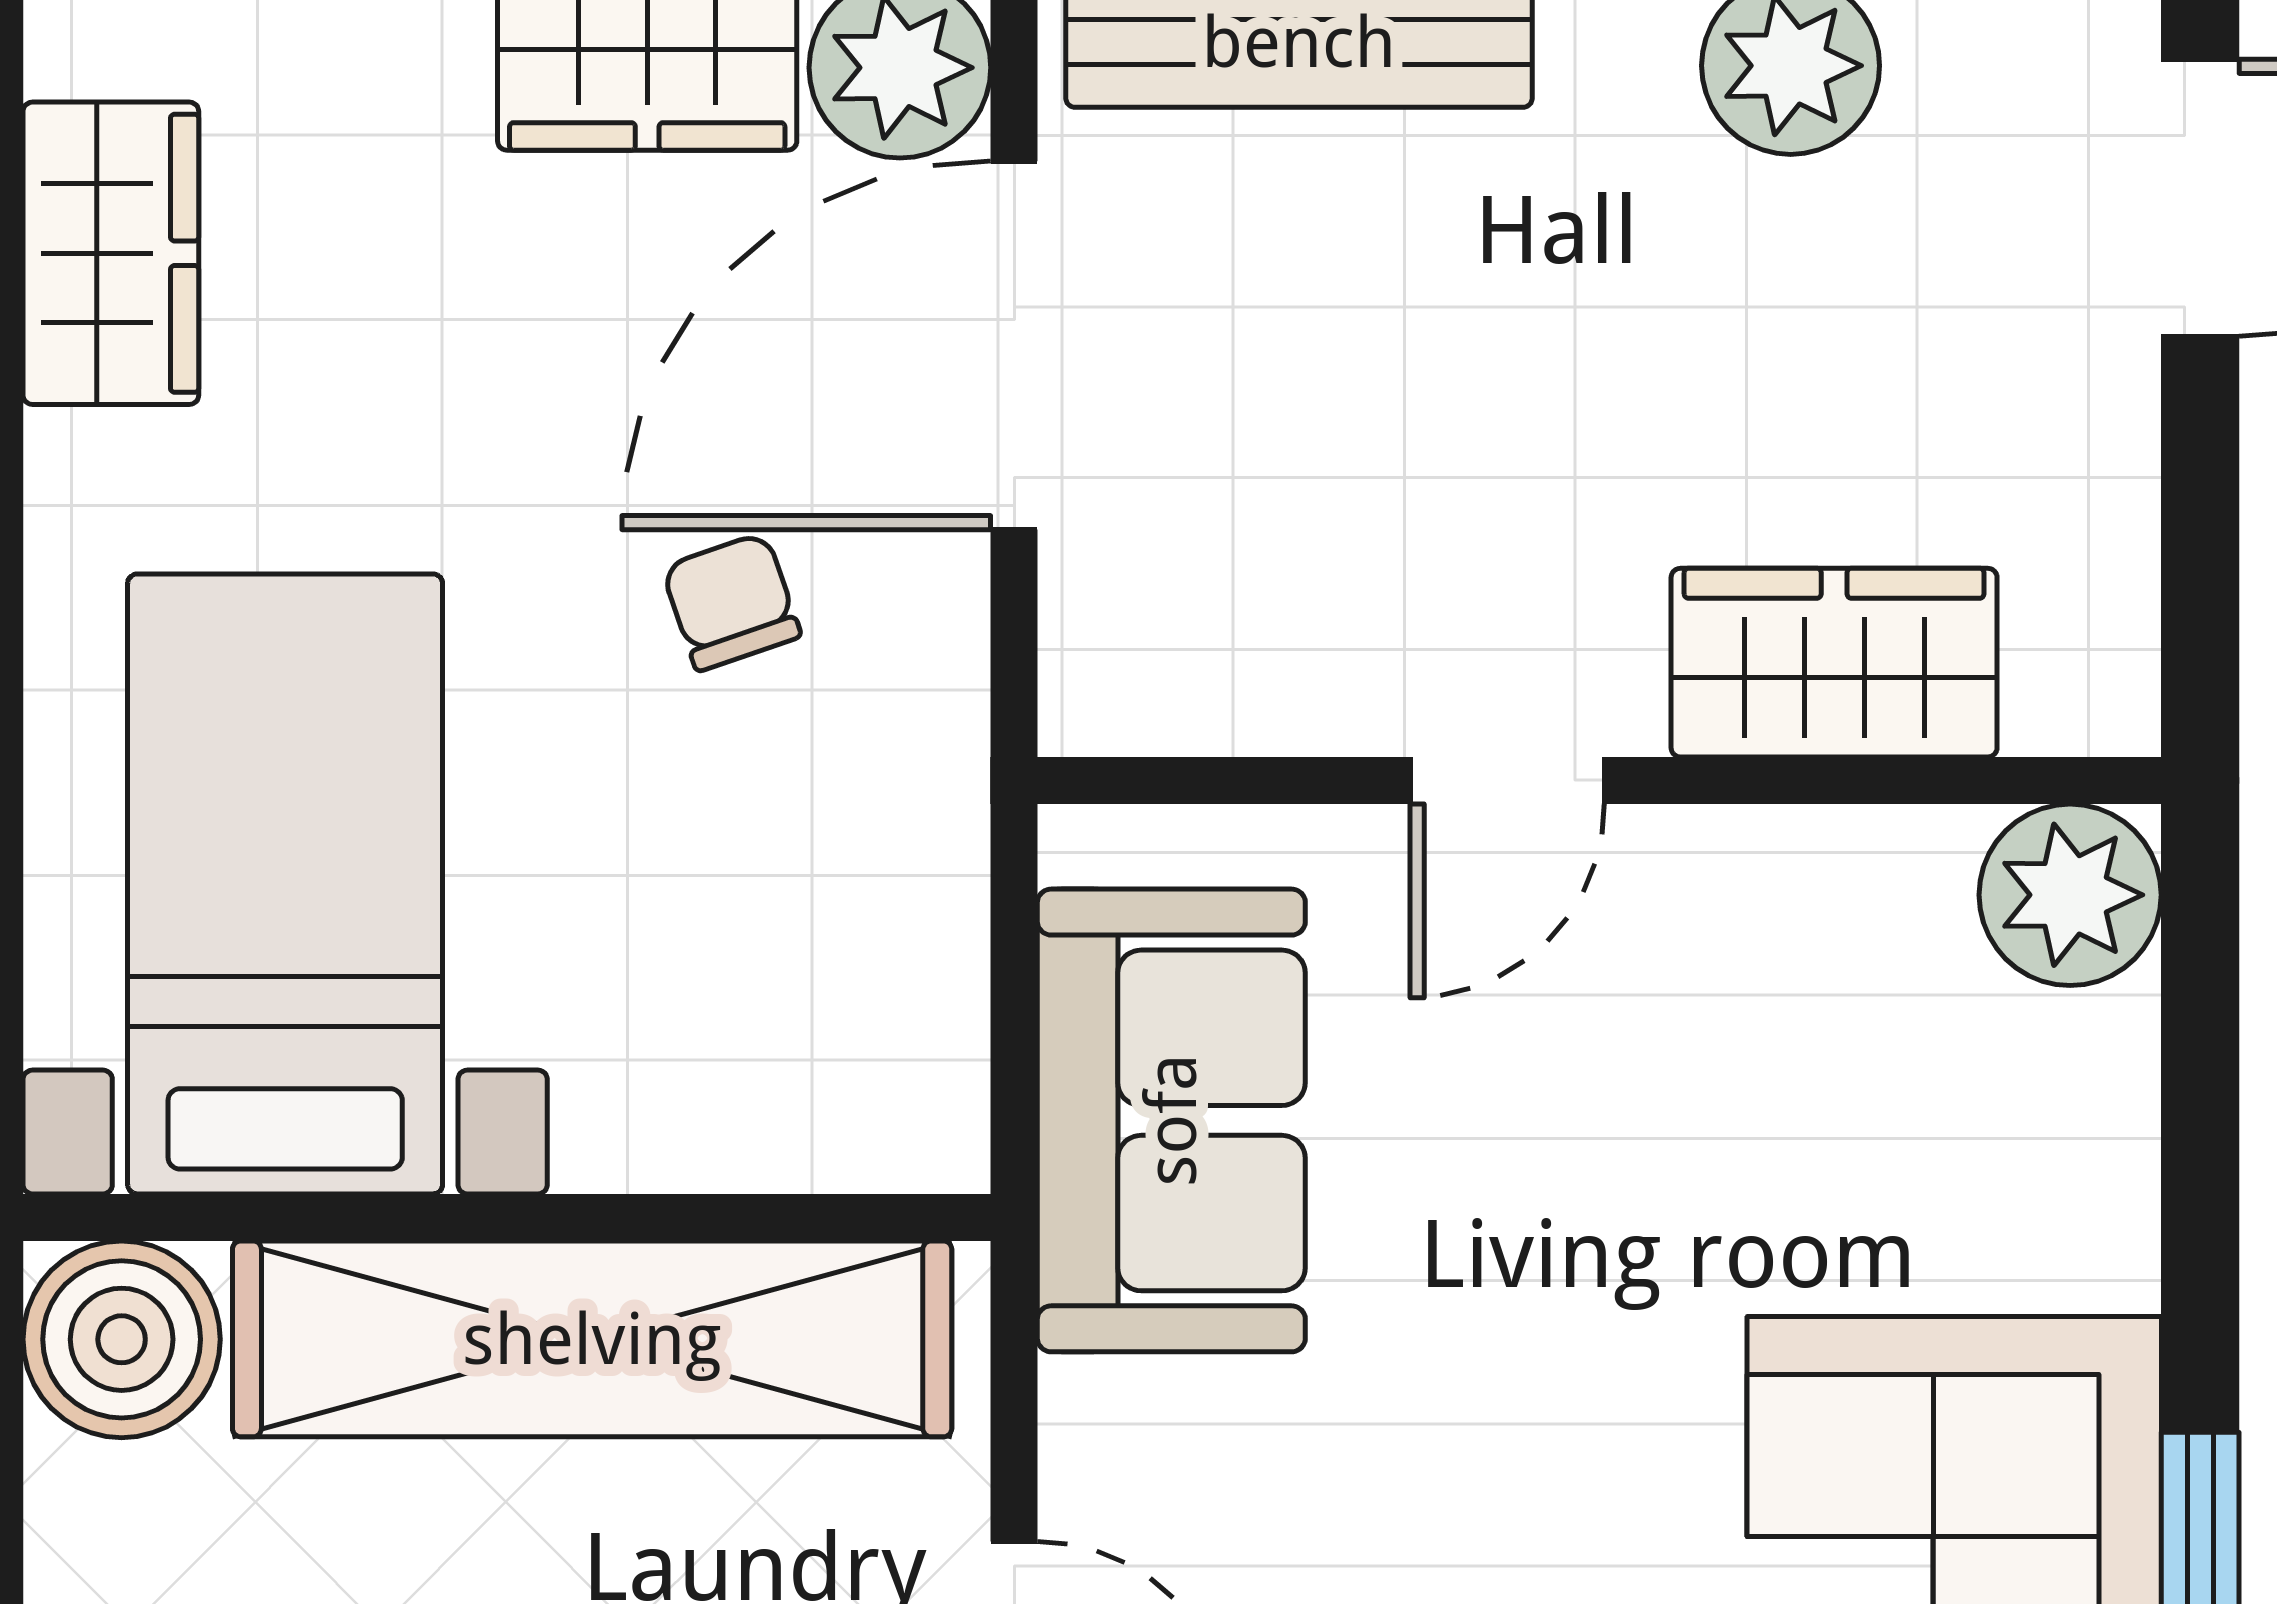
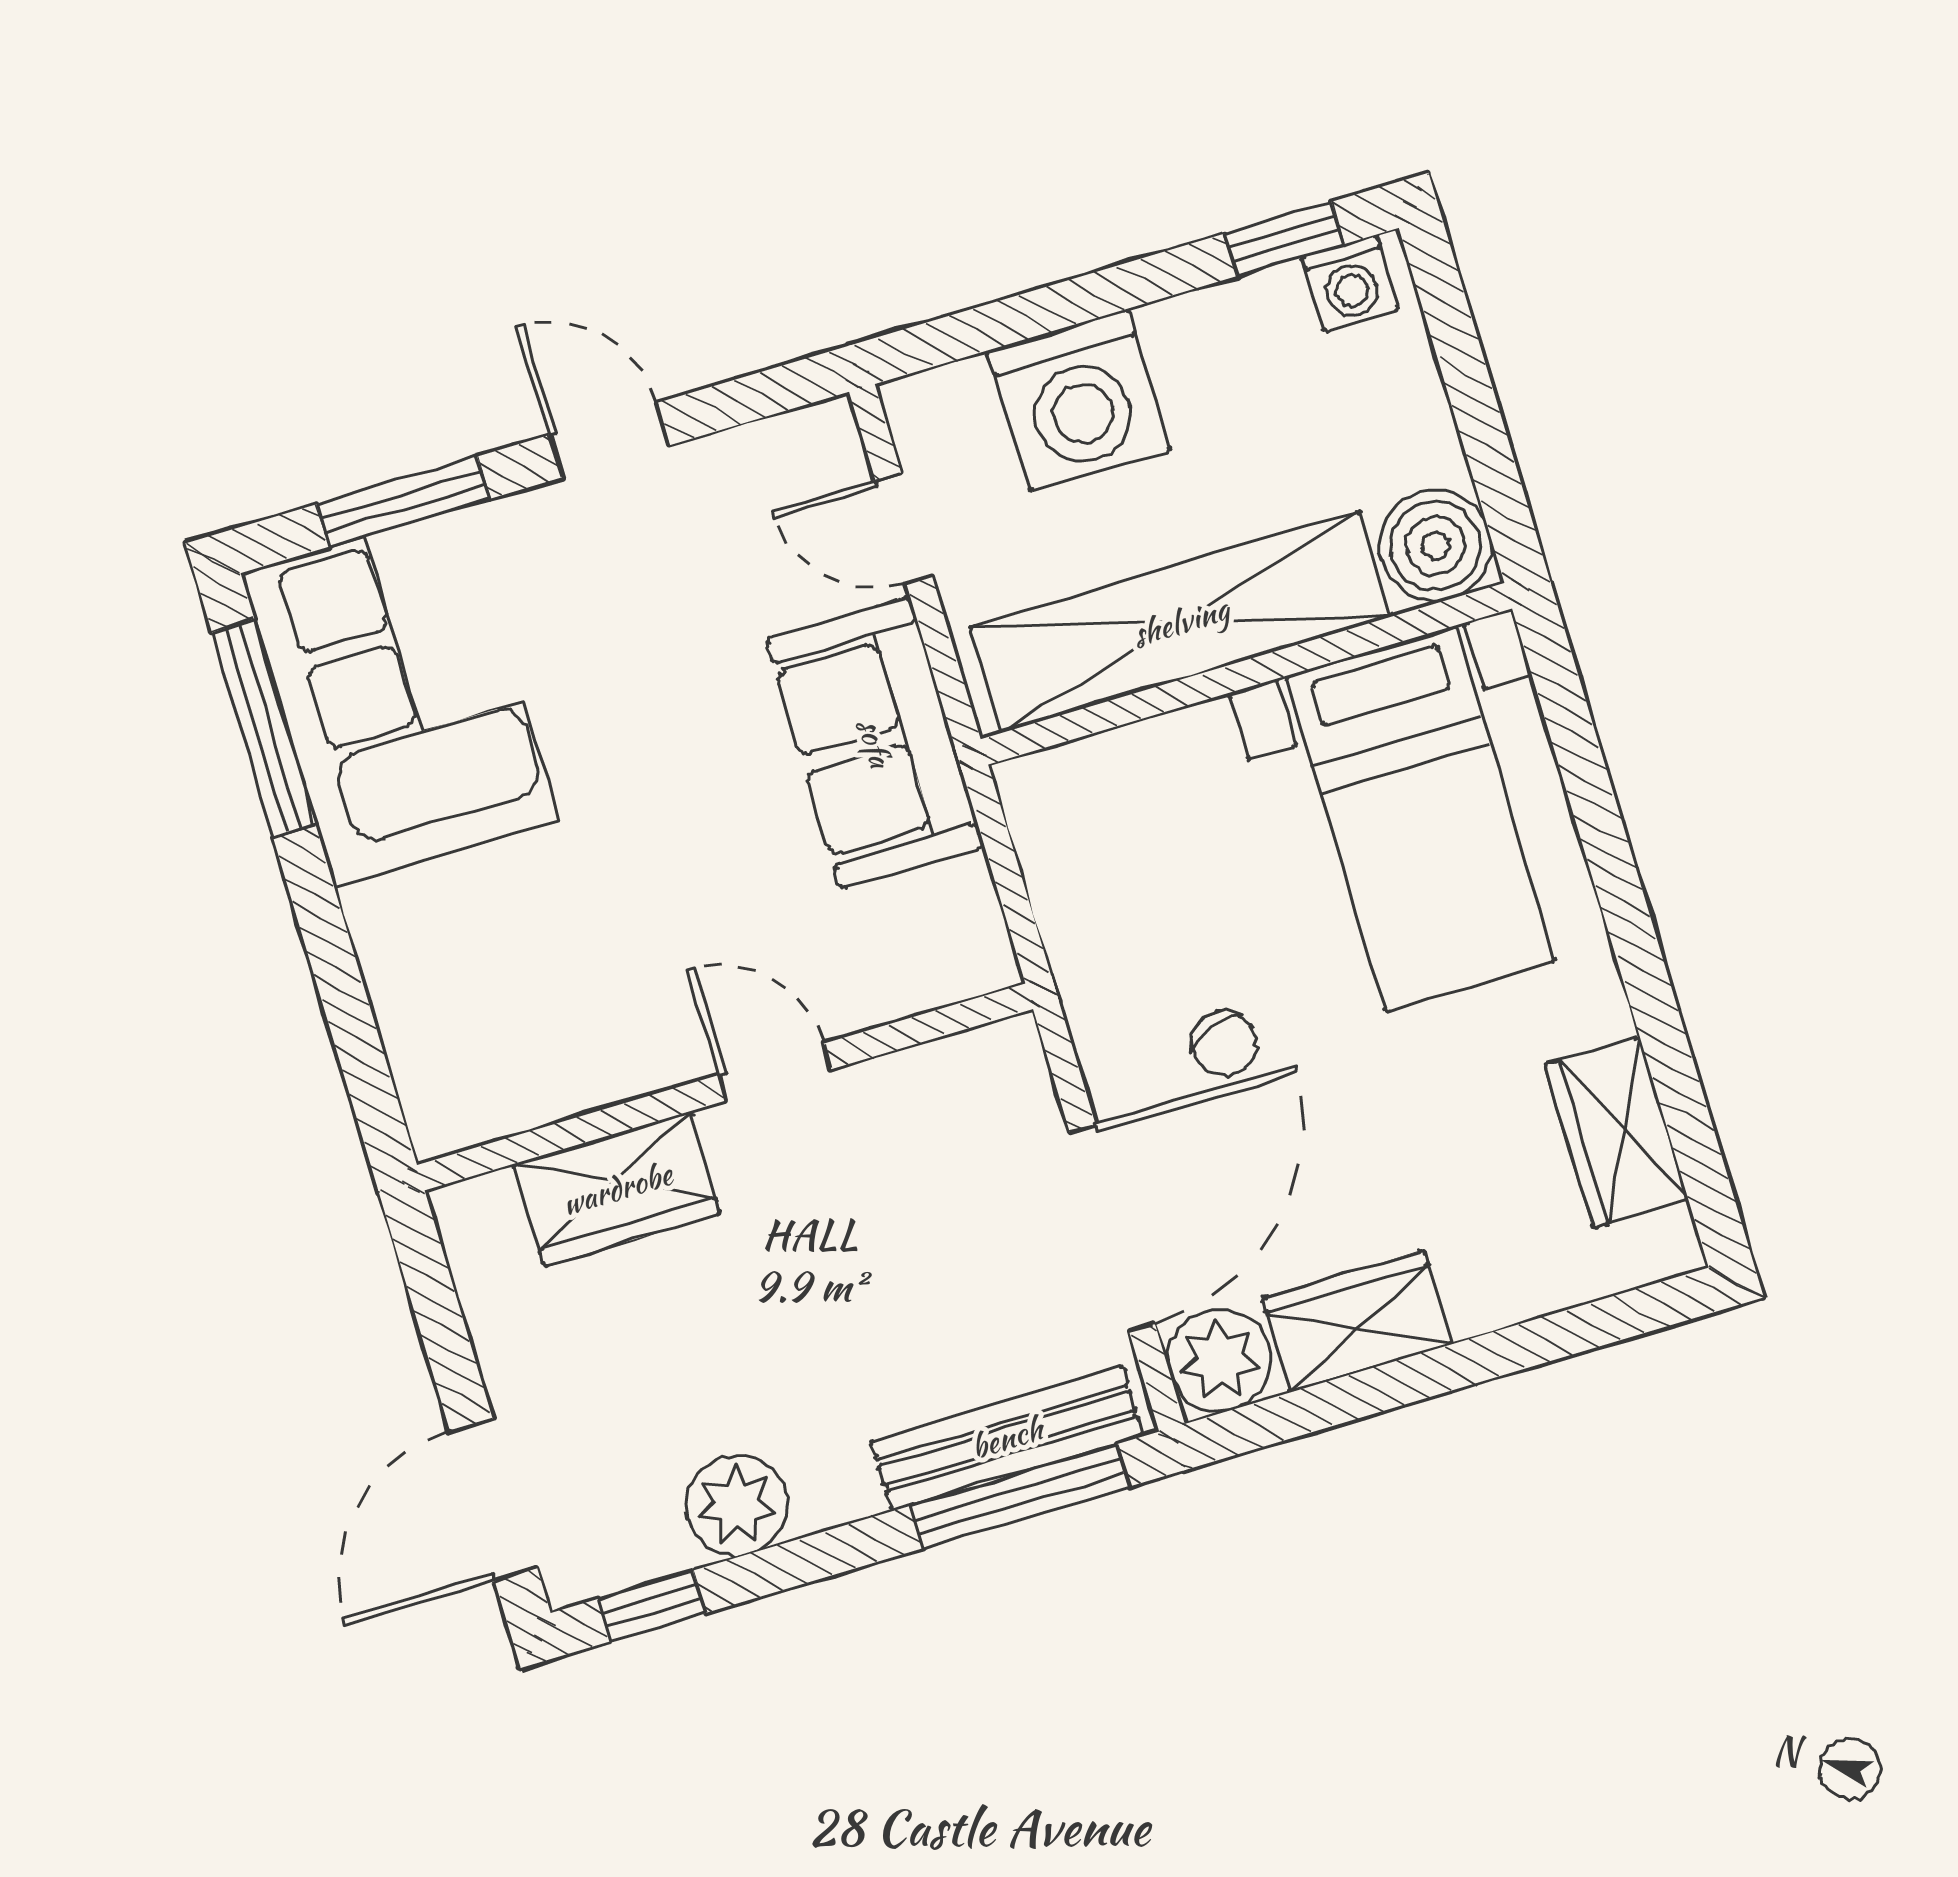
door: (1507, 780) -> (775, 1072), hinge flipped
plant: (2070, 895) -> (452, 1101), removed
sofa: (1171, 1120) -> (875, 743), moved

